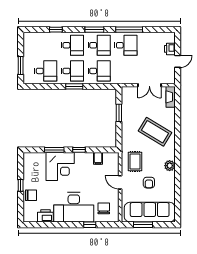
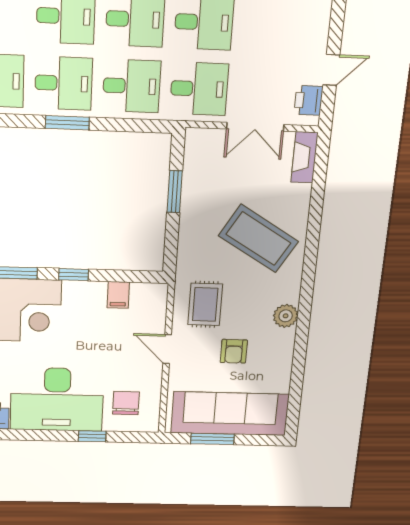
printer: (170, 49) -> (308, 100), moved
desk: (126, 71) -> (199, 89), added

